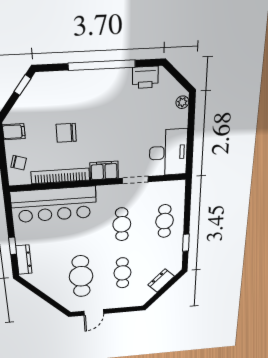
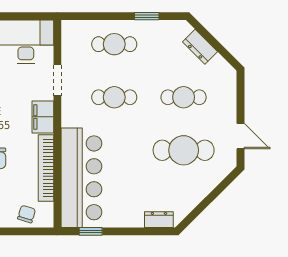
window: (13, 246) -> (91, 231), moved
dresser: (24, 260) -> (159, 220), width x0.70

